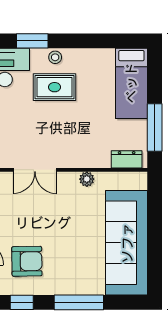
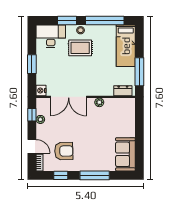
window: (96, 41) -> (105, 21), added
double door: (35, 170) -> (69, 97), width x1.37
sofa: (127, 243) -> (125, 154), width x0.54, depth x0.79

